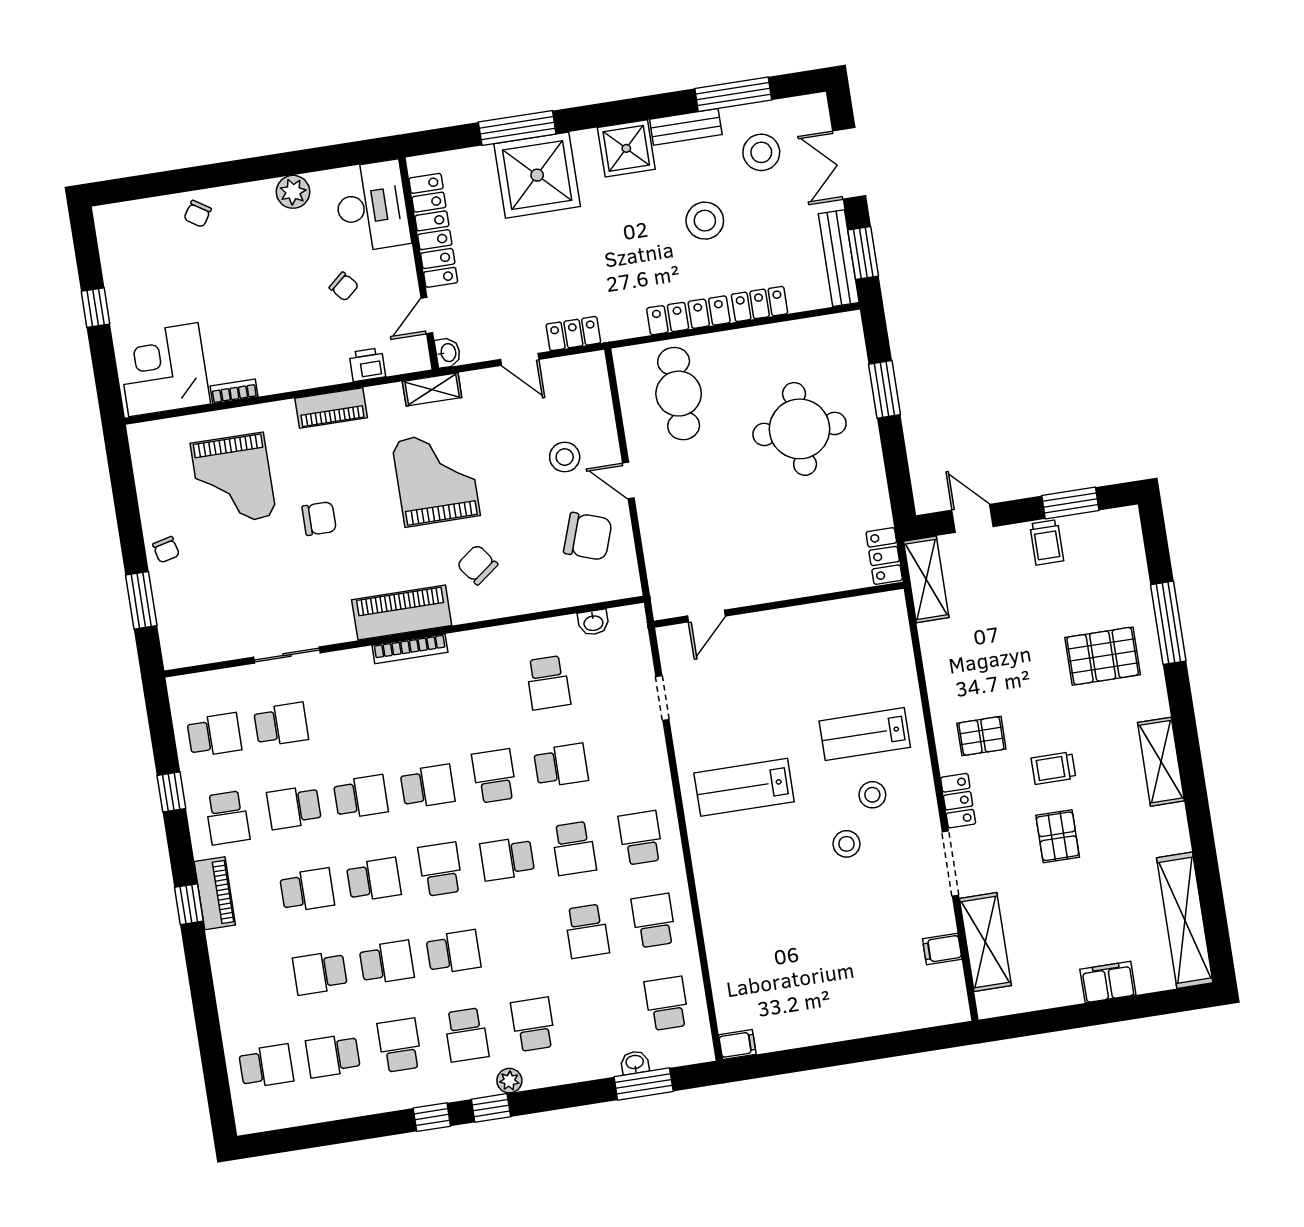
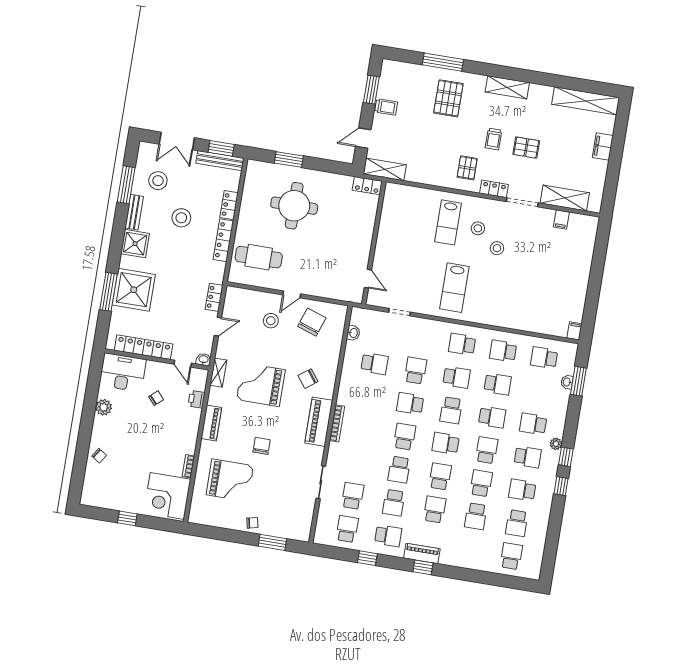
school desk: (361, 797) -> (399, 470), turned 180
school desk: (520, 942) -> (492, 417), added

